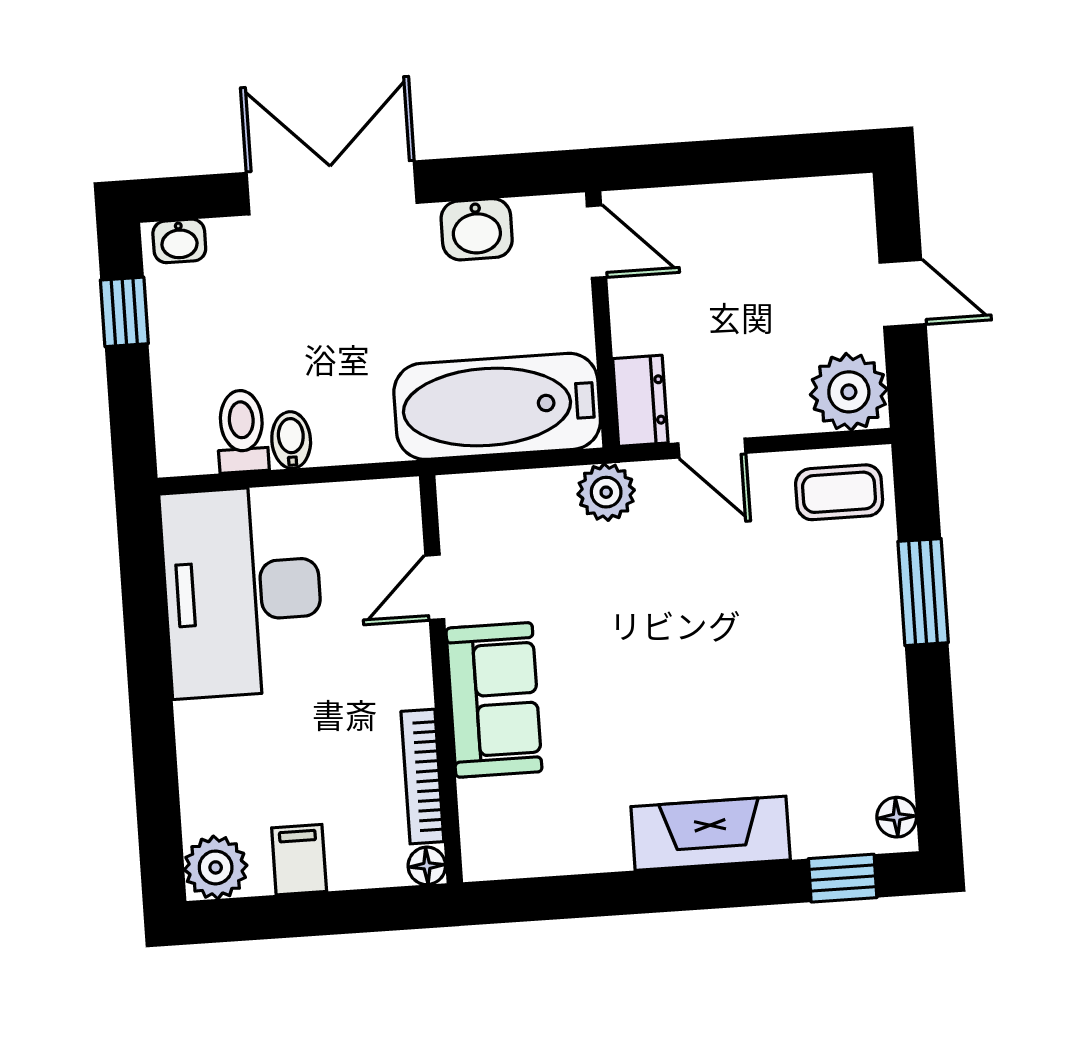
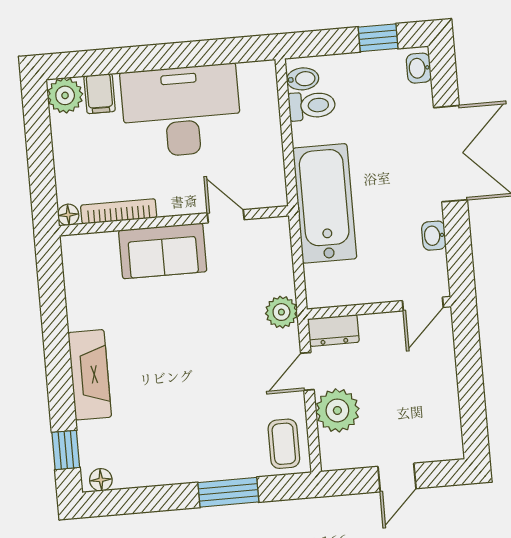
washbasin: (477, 229) -> (434, 236), width x0.72, depth x0.69
plant: (849, 392) -> (337, 410), moved
bathtub: (497, 406) -> (325, 203), moved
bidet: (291, 440) -> (303, 79), moved
desk: (242, 592) -> (181, 111), moved
filing cabinet: (299, 860) -> (100, 94), moved, turned 90

